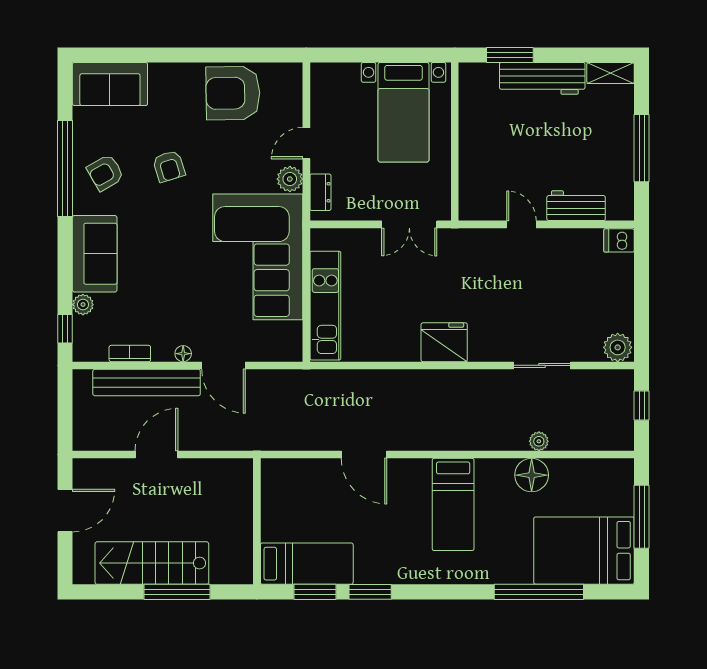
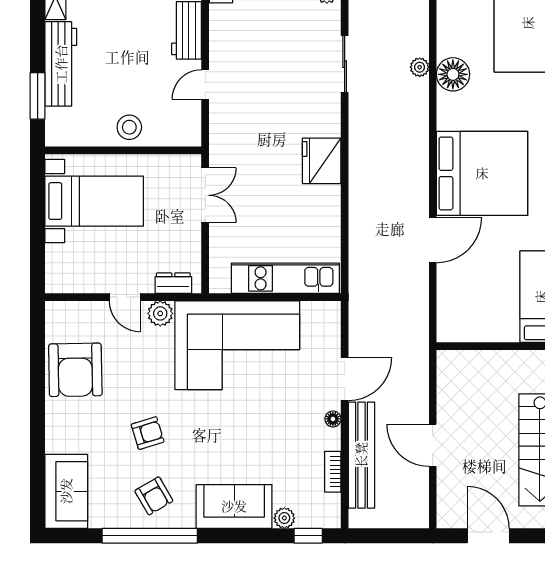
stool: (478, 148) -> (129, 127), added
bed: (453, 504) -> (482, 173), width x2.04

